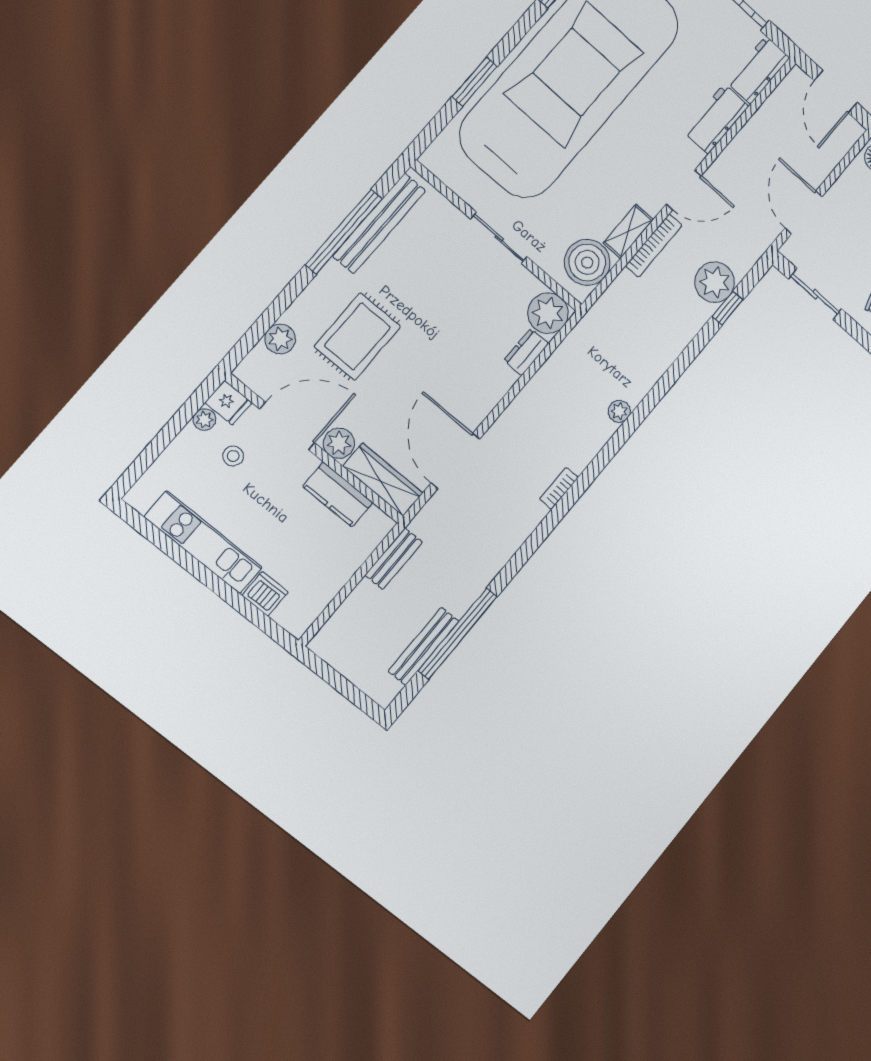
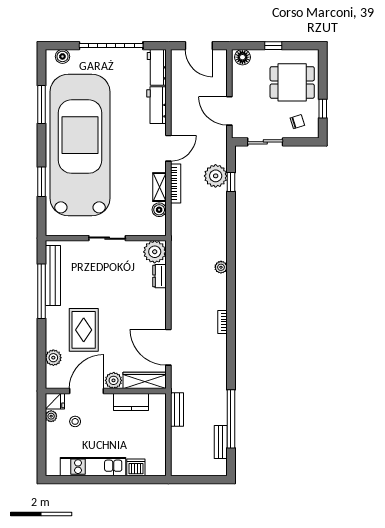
boiler: (587, 262) -> (159, 210), width x0.54, depth x0.54
bench: (424, 646) -> (221, 442), width x0.73

